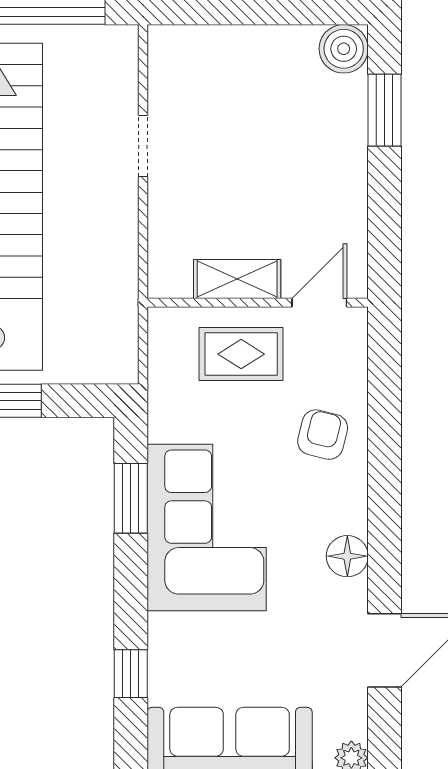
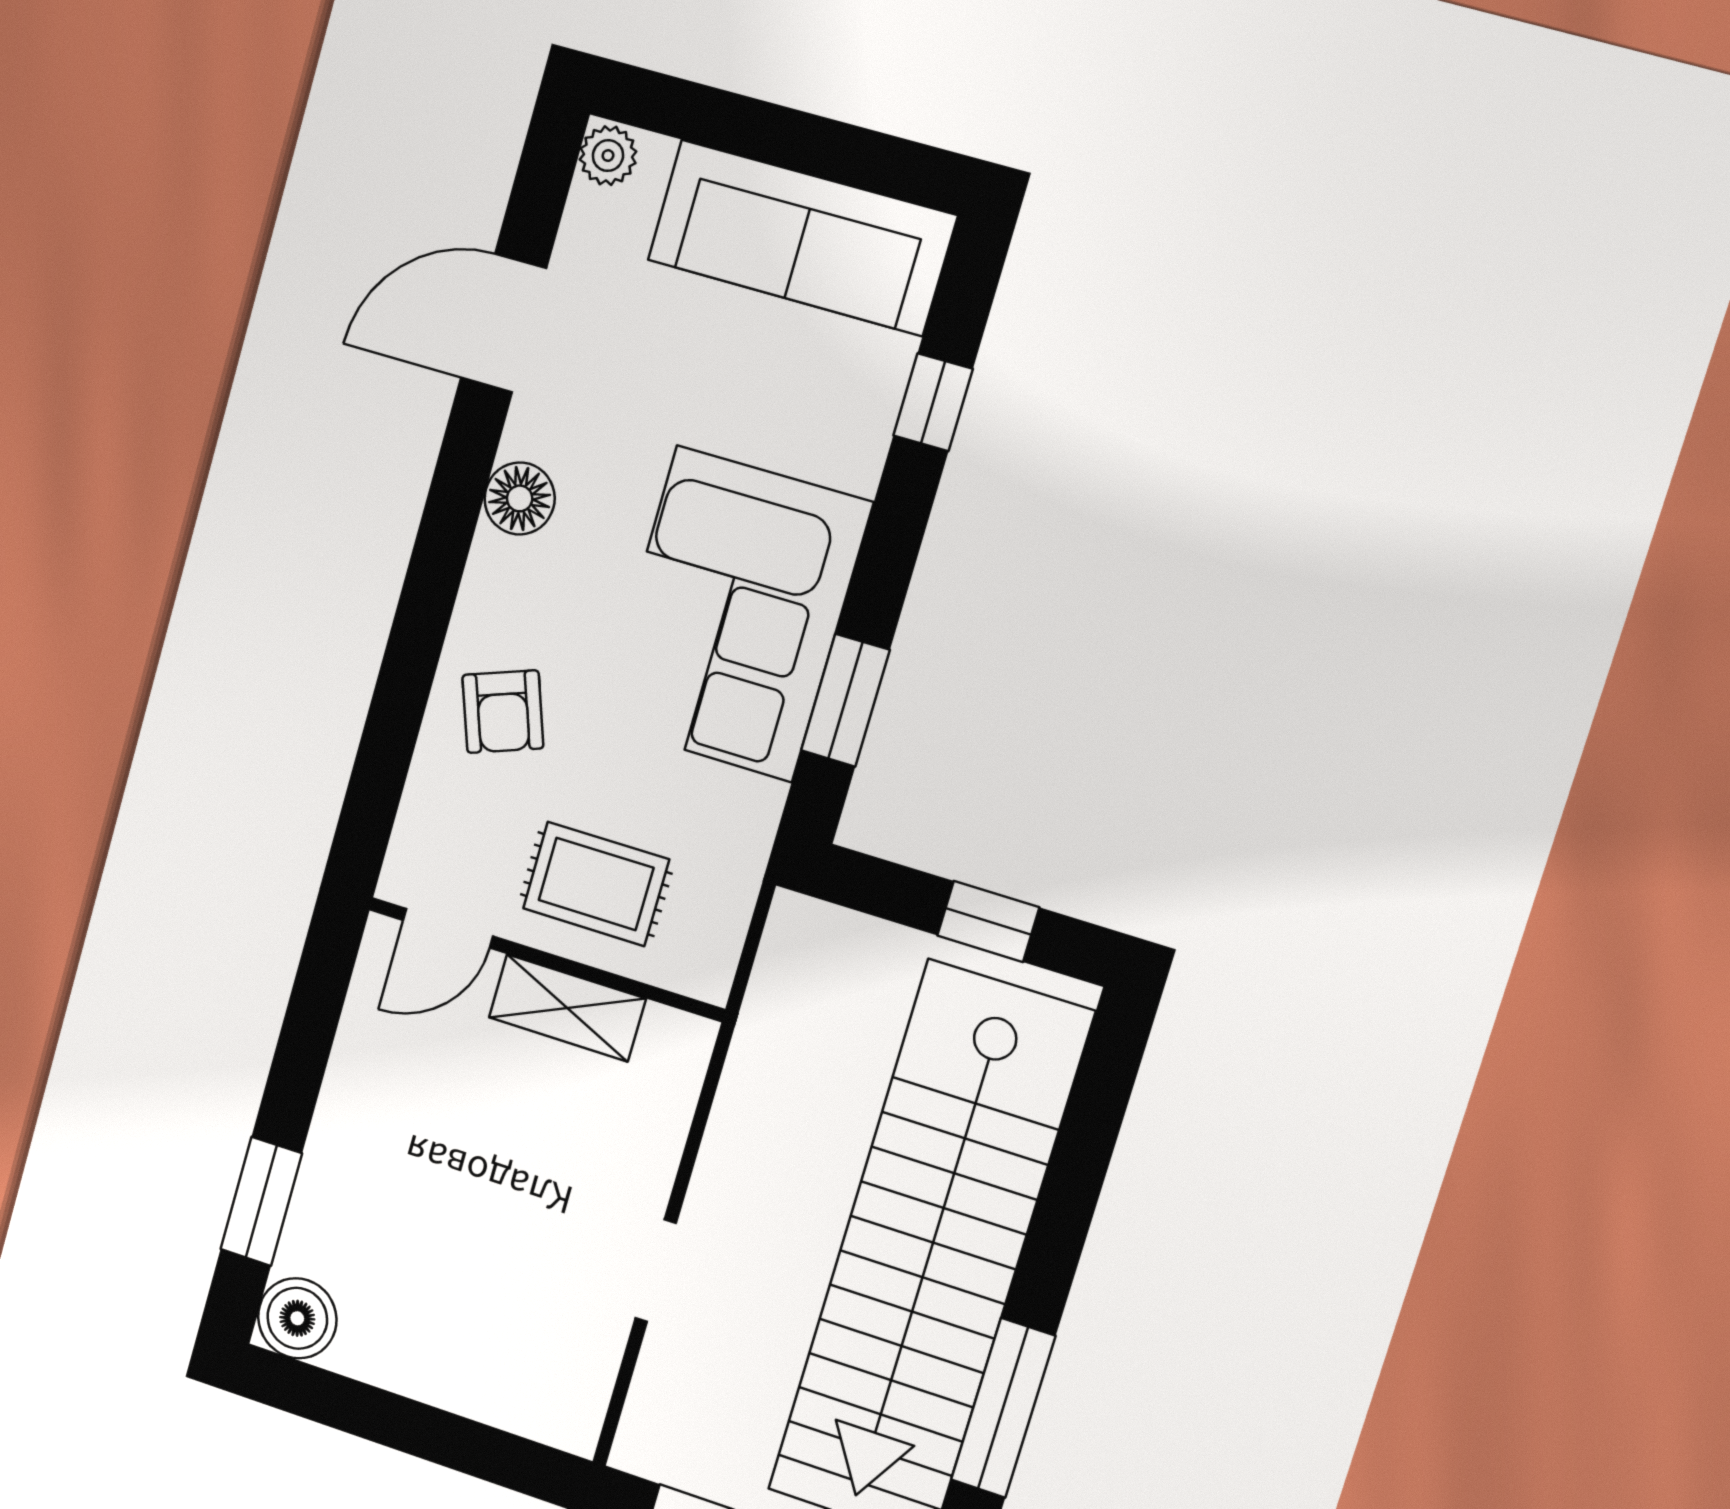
armchair: (323, 435) -> (503, 712), turned -34

